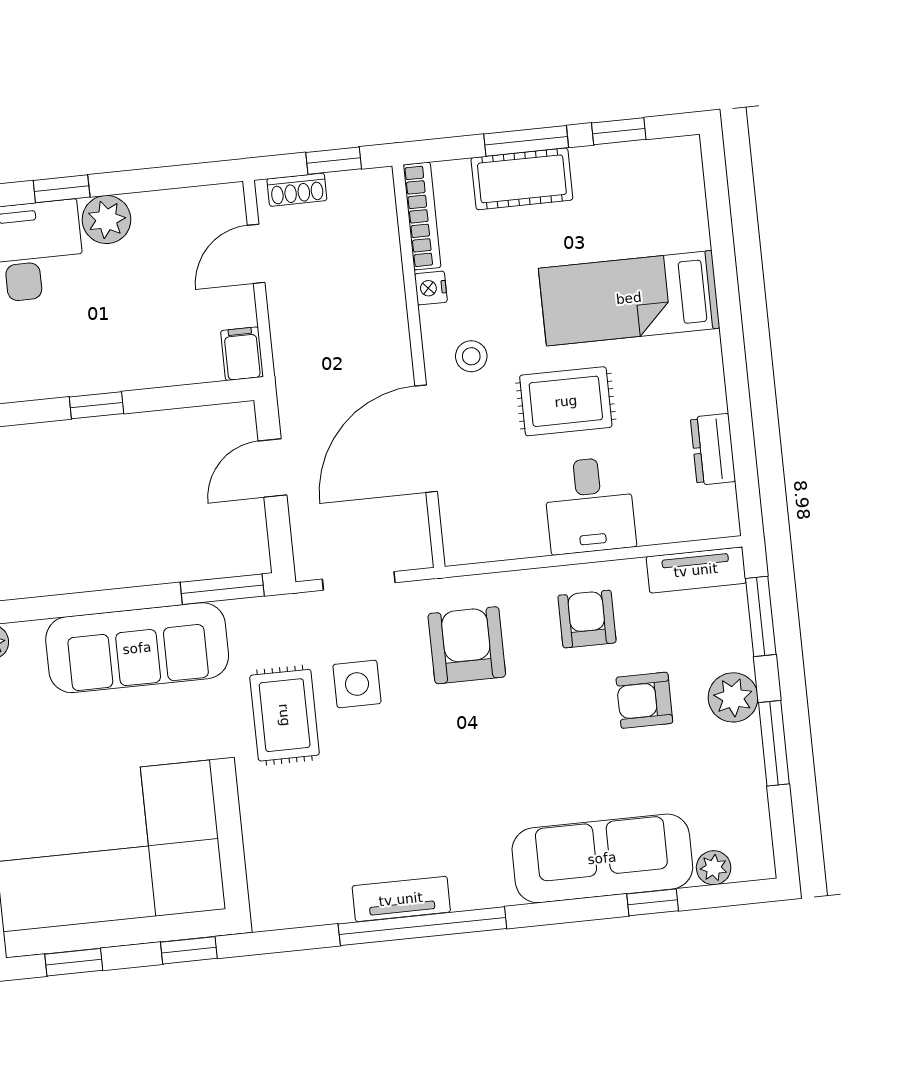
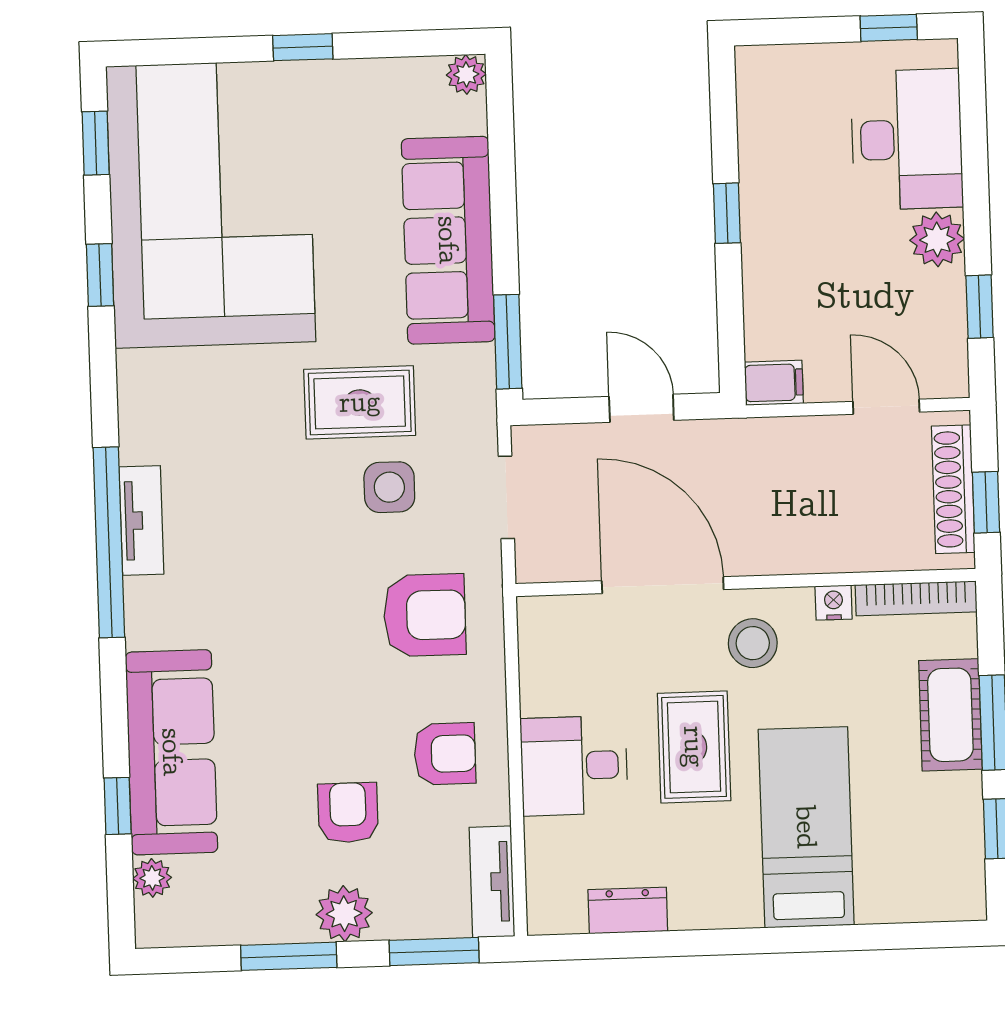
window: (62, 189) -> (980, 307), moved
shoe rack: (297, 190) -> (953, 489), width x1.94, depth x1.24
stool: (471, 356) -> (753, 643), width x1.37, depth x1.37

